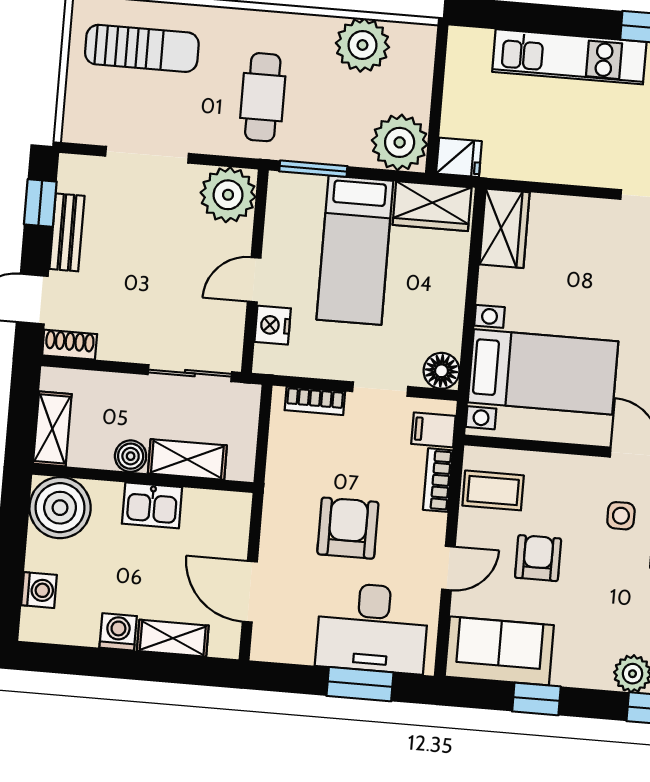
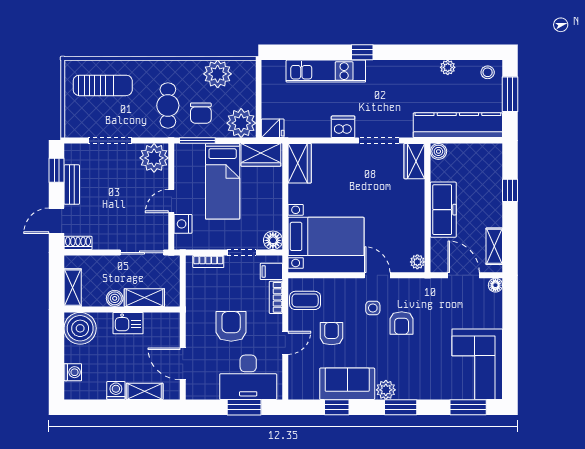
chair: (324, 117) -> (201, 113), added
dishwasher: (593, 166) -> (343, 127), added
sofa: (499, 651) -> (347, 384), moved

